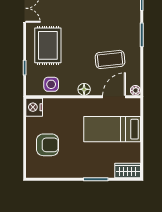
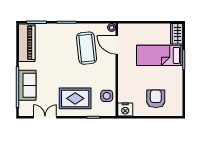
coffee table: (110, 59) -> (87, 48), width x1.36, depth x1.32
floor lamp: (84, 89) -> (111, 69), removed
bed: (112, 129) -> (160, 55), moved, turned 90

